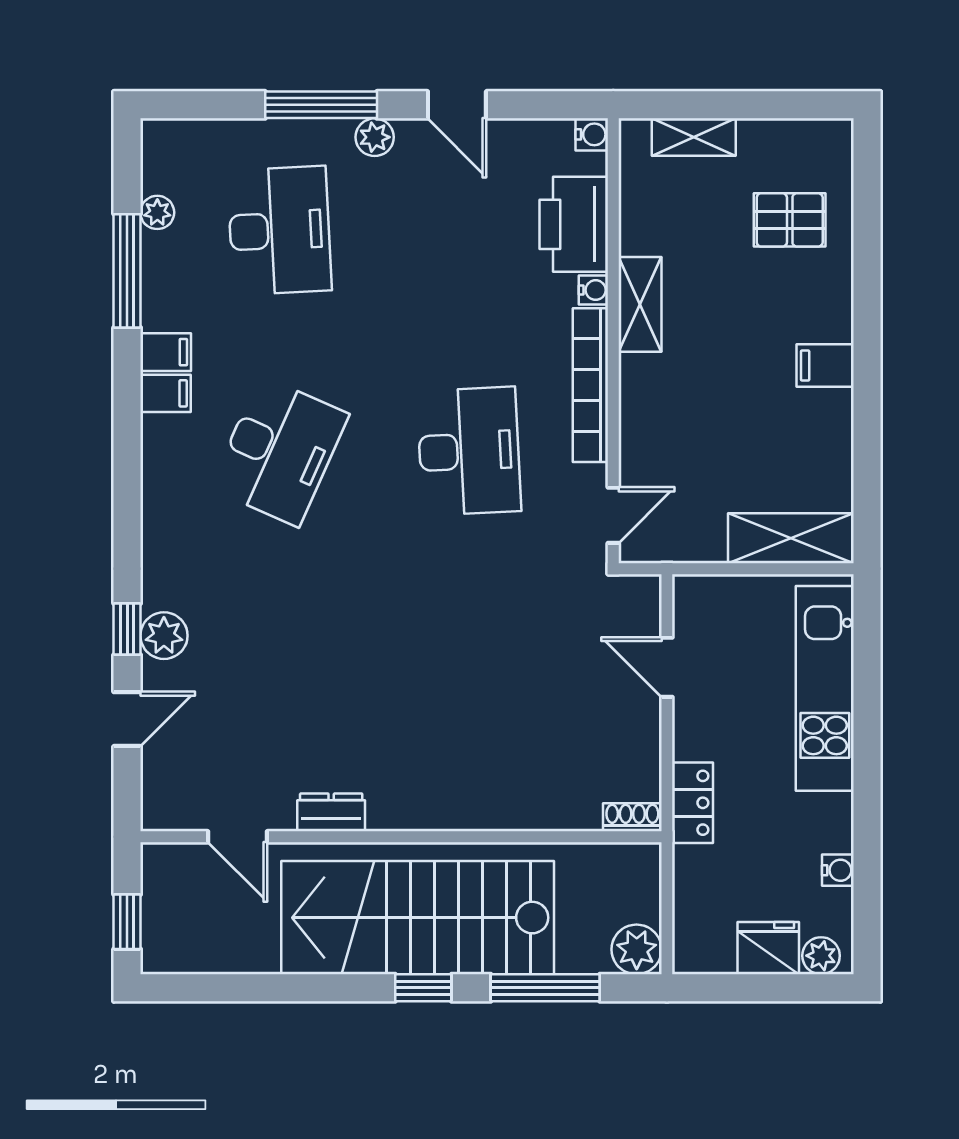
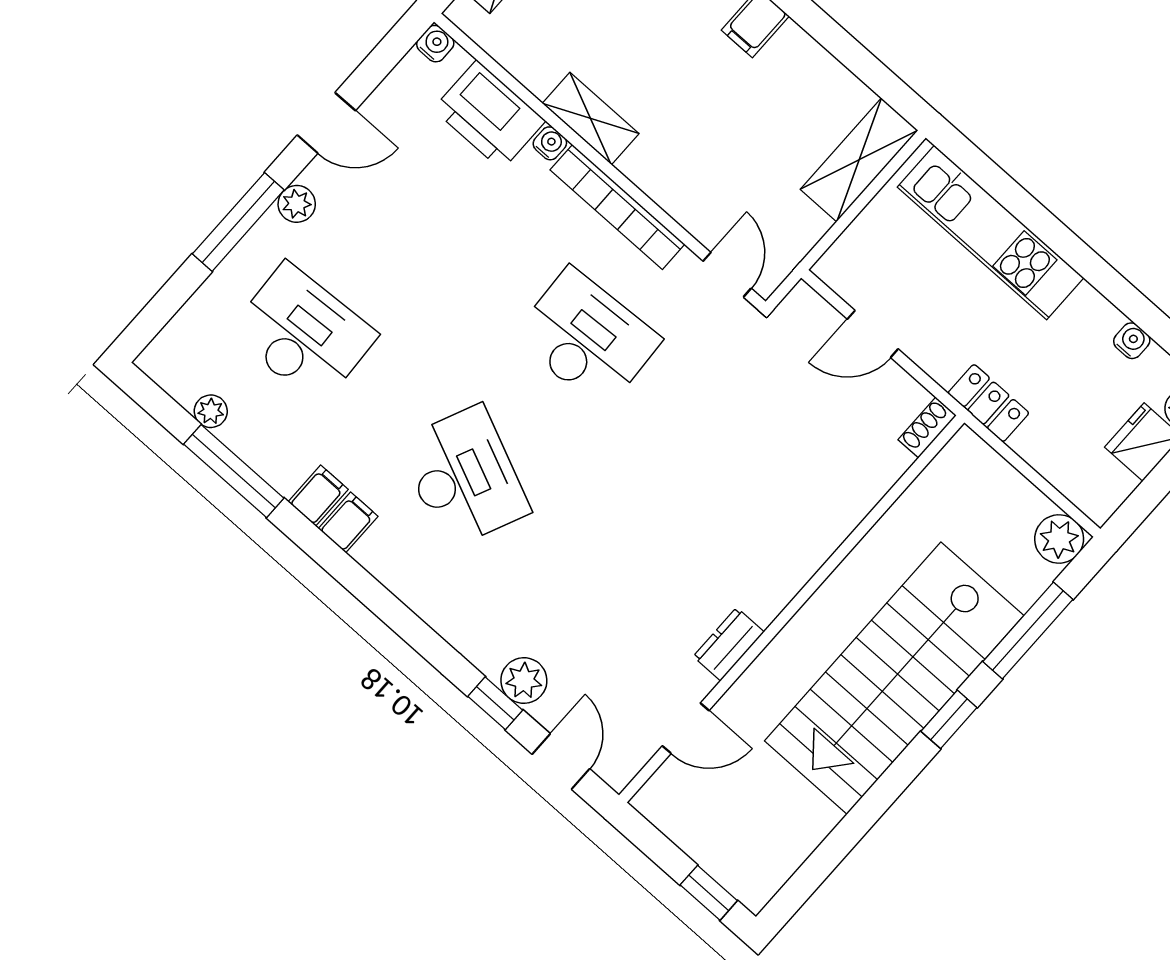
dresser: (331, 812) -> (729, 644), moved
shoe rack: (632, 817) -> (927, 427), moved
door: (237, 837) -> (686, 728), moved
wall: (401, 837) -> (792, 609), moved

